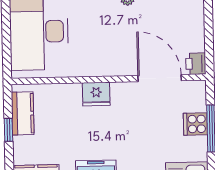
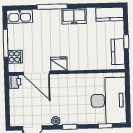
fridge: (96, 94) -> (59, 64), moved
cooker: (195, 124) -> (15, 57), moved

